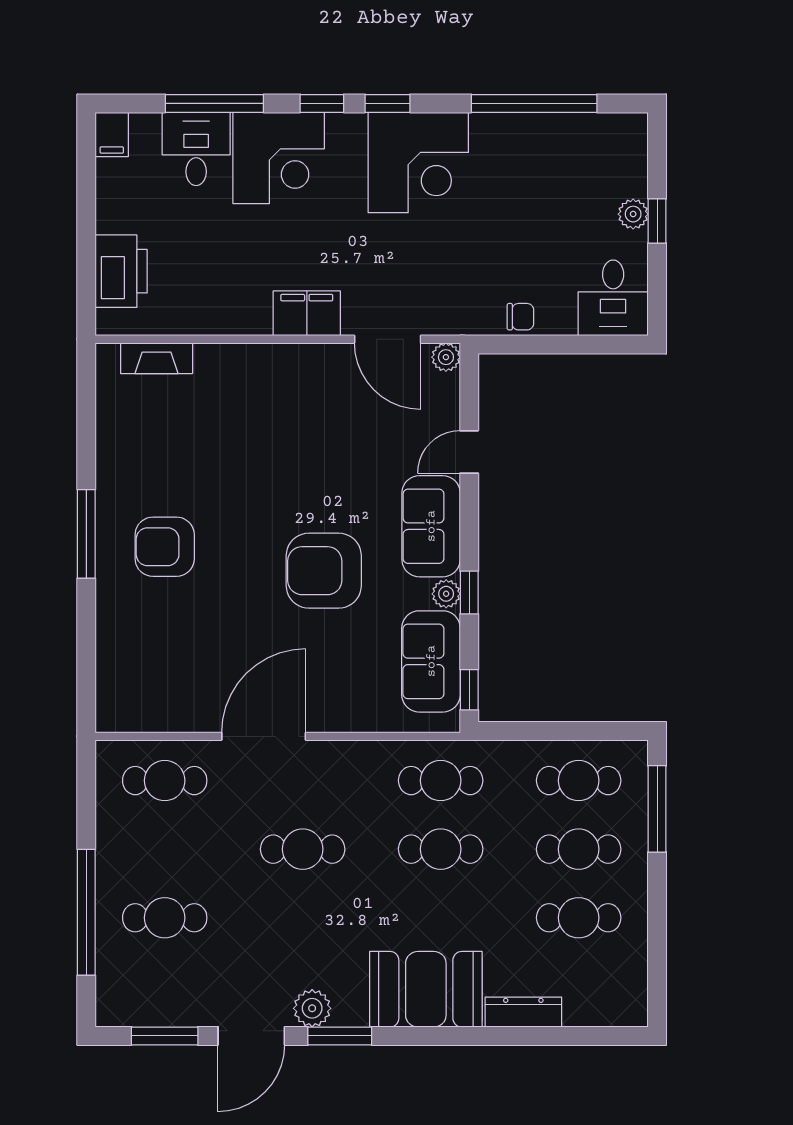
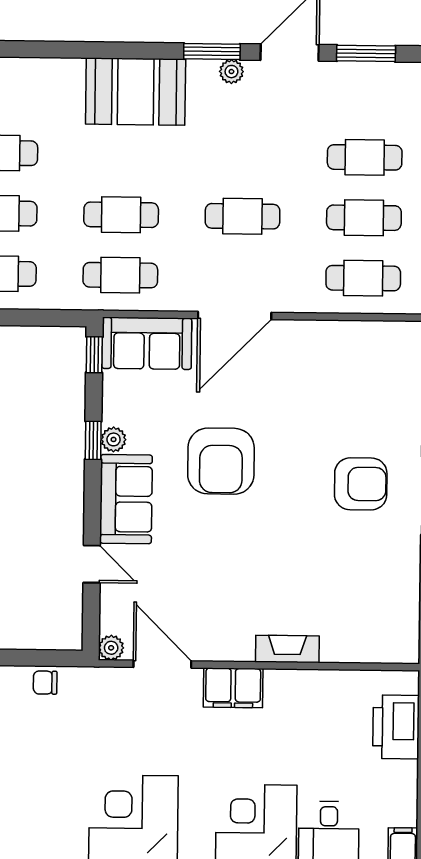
fireplace: (157, 358) -> (287, 649), moved
door: (469, 452) -> (92, 564), hinge flipped
armchair: (324, 571) -> (221, 461), turned 90
sofa: (431, 661) -> (147, 343), moved, turned 90
door: (264, 736) -> (235, 315), moved
cafe table: (165, 849) -> (364, 218), added
plant: (312, 1008) -> (231, 72), width x0.73, depth x0.73
dresser: (523, 1012) -> (50, 70), removed

